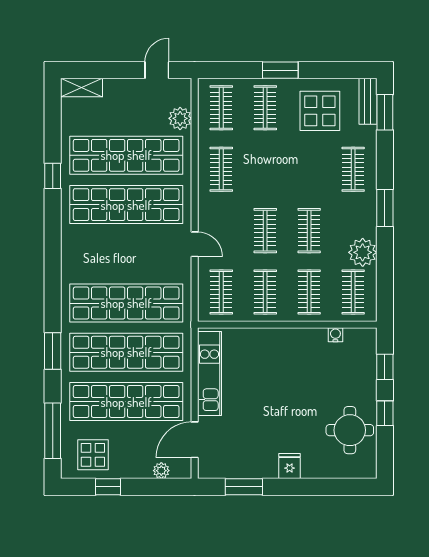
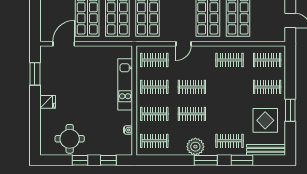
window: (280, 70) -> (290, 110), moved
bench: (368, 101) -> (266, 150), width x1.36
window: (385, 112) -> (242, 160), moved
plant: (180, 118) -> (261, 35), removed
plant: (363, 252) -> (195, 147), moved
kitchen unit: (209, 374) -> (125, 84), moved, turned 90
door: (195, 440) -> (64, 44), hinge flipped
plant: (161, 471) -> (45, 23), removed

